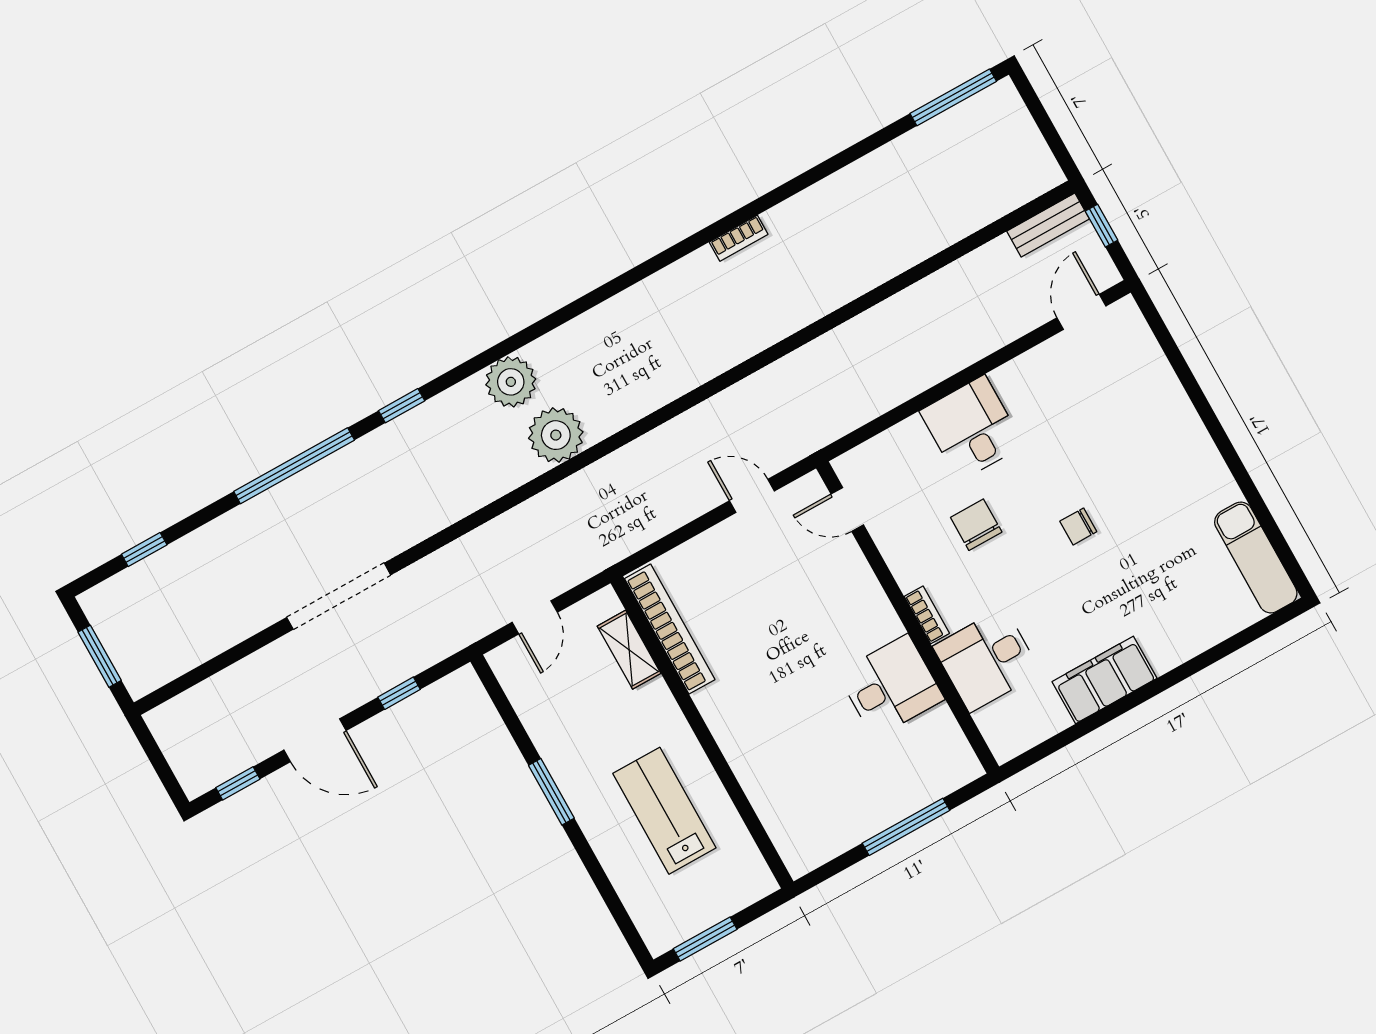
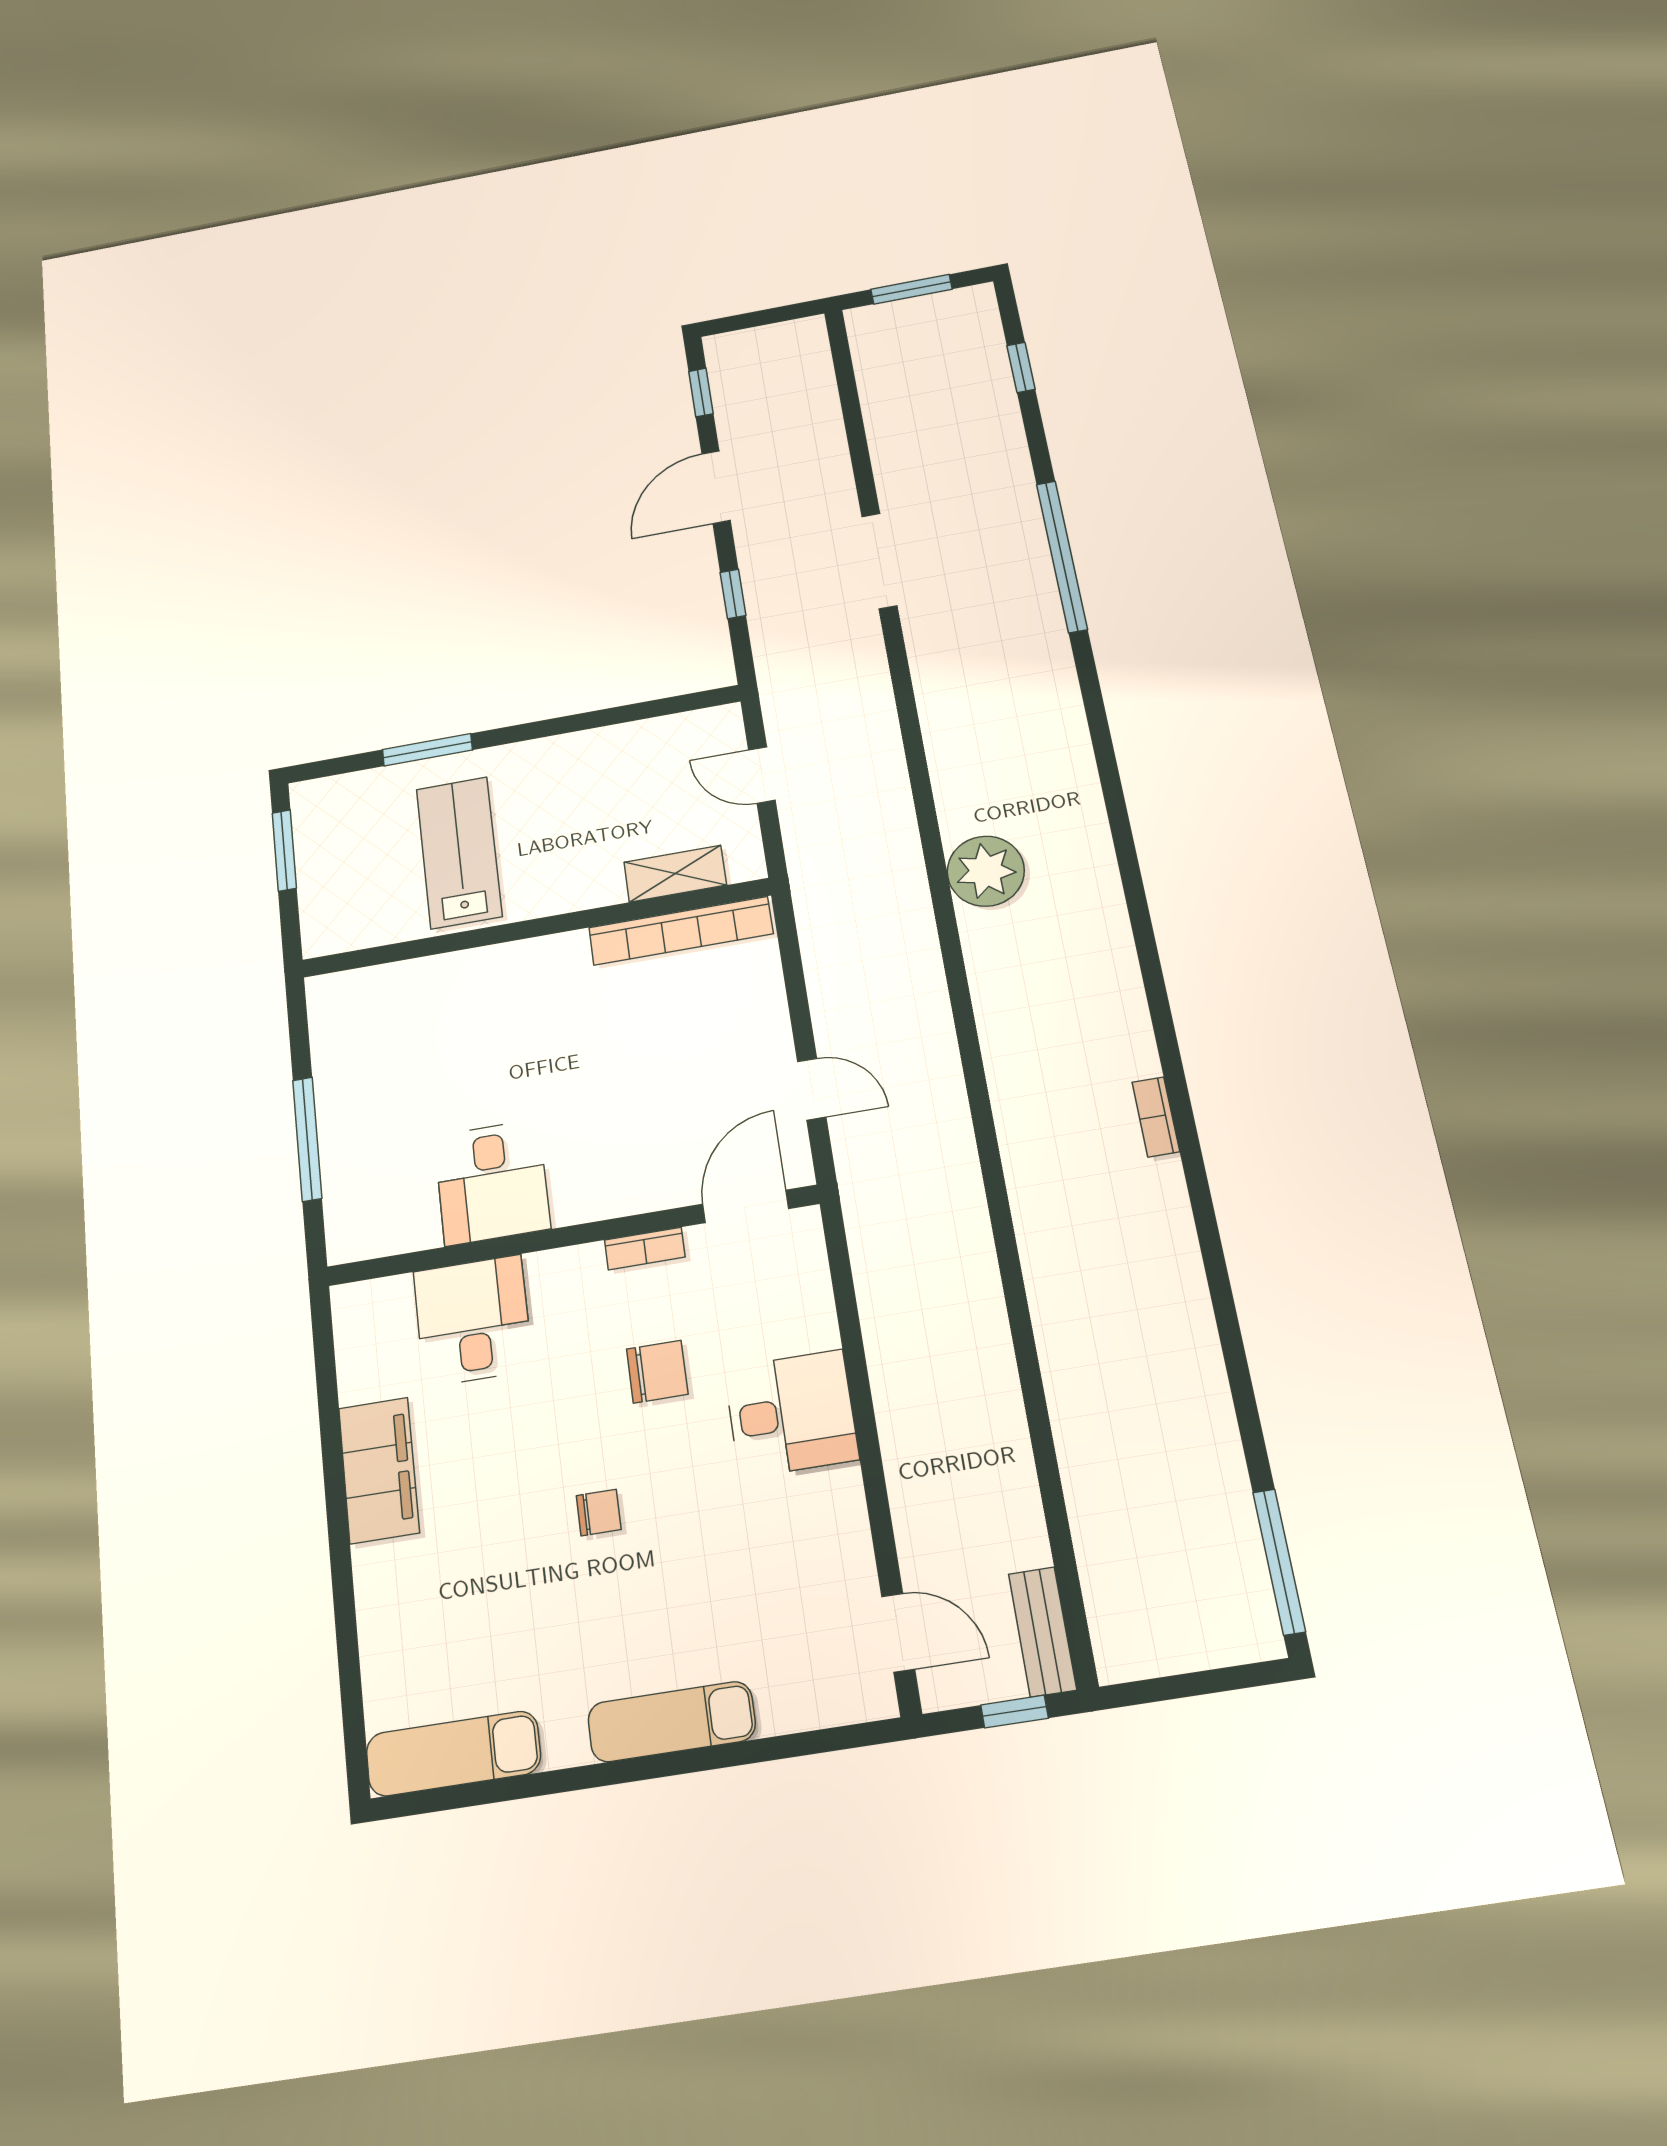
bookcase: (739, 238) -> (1156, 1117), moved
plant: (511, 382) -> (1076, 838), removed
window: (402, 406) -> (1093, 700), removed
exam couch: (1186, 430) -> (672, 1722), added
door: (752, 496) -> (812, 1089), hinge flipped
door: (847, 509) -> (746, 1206), width x1.38
chair: (1078, 526) -> (599, 1513), turned 90
doorway: (339, 596) -> (879, 561), width x0.73
bookcase: (927, 615) -> (645, 1249), moved
window: (551, 792) -> (427, 750), moved
lab bench: (664, 811) -> (459, 852), turned -90

